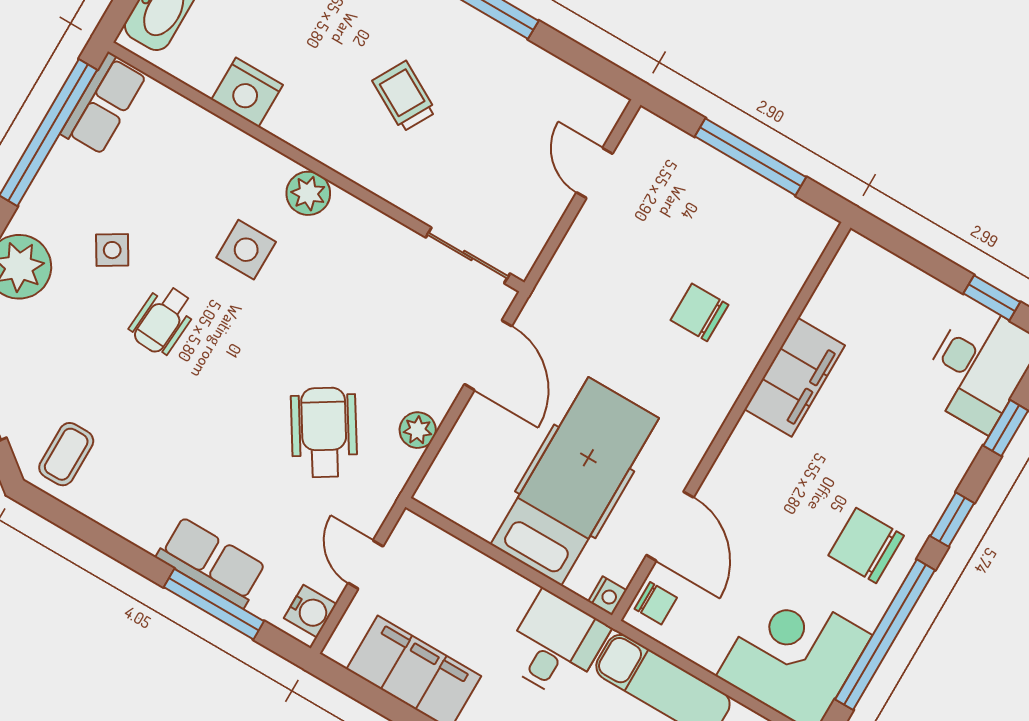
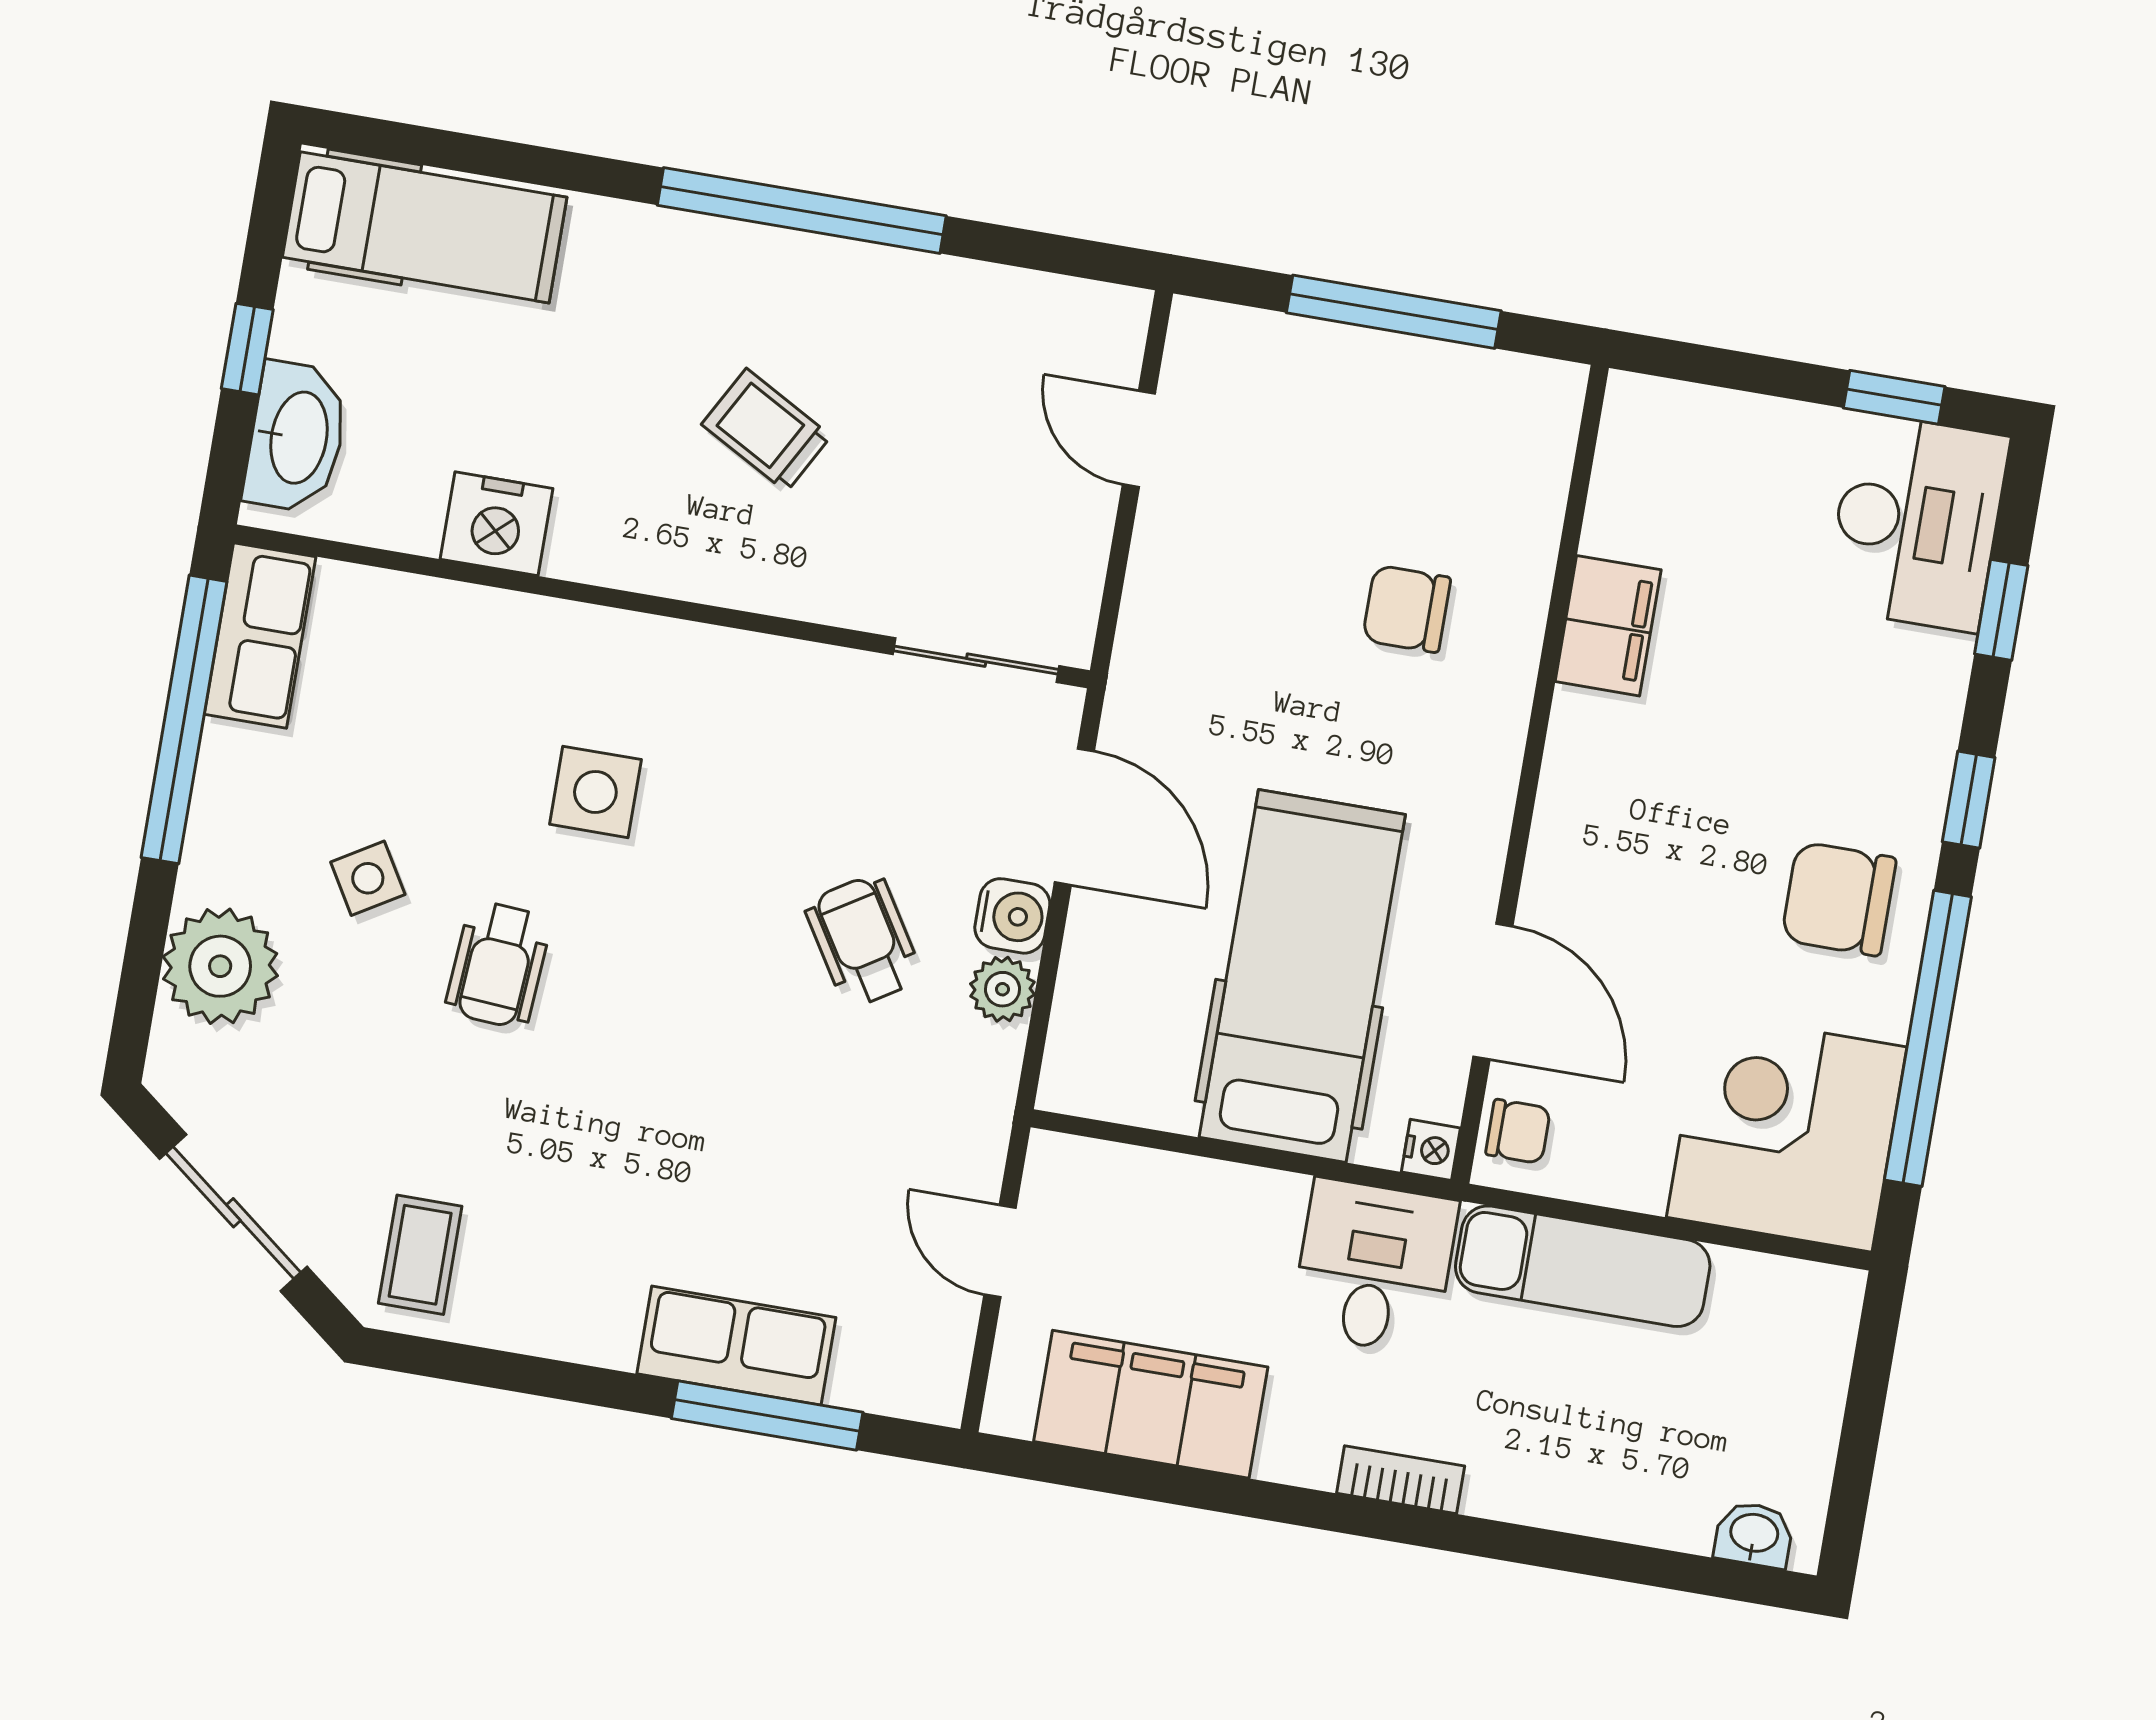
plant: (308, 193) -> (665, 656), removed
filing cabinet: (795, 377) -> (1608, 626), width x0.67, depth x0.86
wheelchair: (324, 432) -> (863, 941), moved, width x0.73, depth x0.73
water cooler: (310, 611) -> (1012, 916), moved

